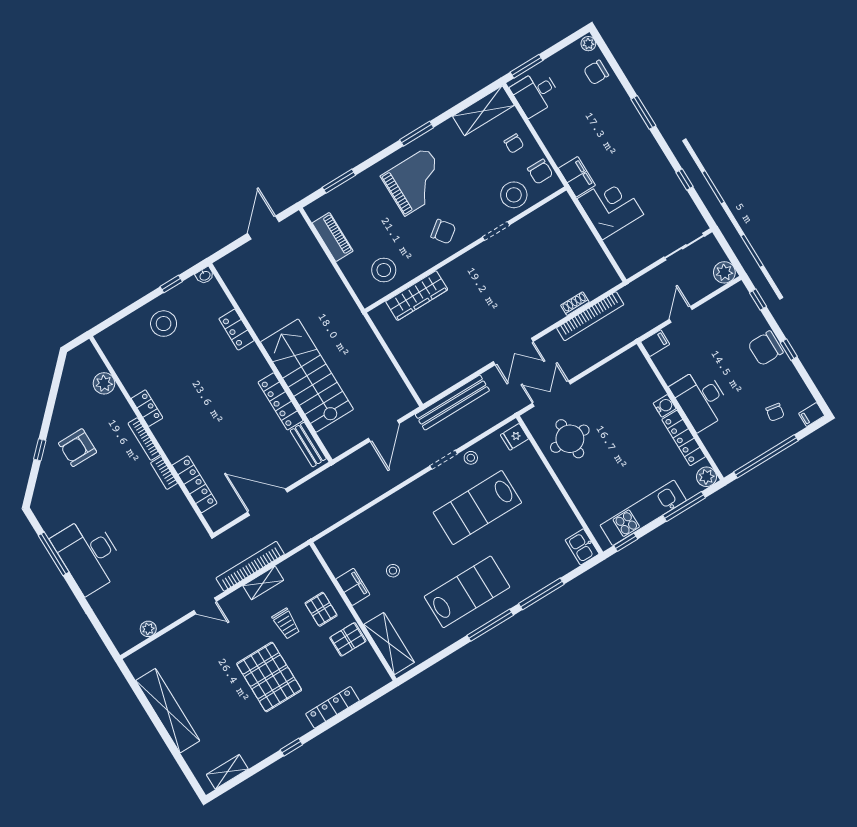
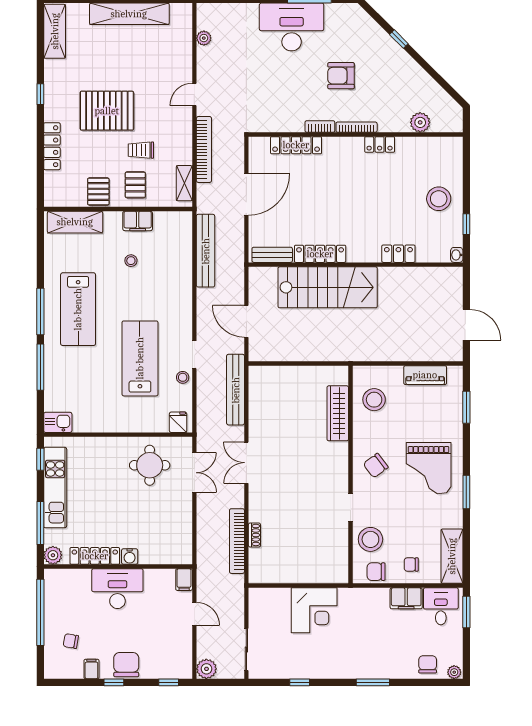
filing cabinet: (577, 177) -> (406, 598), moved
filing cabinet: (812, 415) -> (91, 669), moved
armchair: (78, 448) -> (341, 76), moved, turned -90
bench: (342, 508) -> (206, 251), added
shelving: (263, 583) -> (184, 183), moved
pallet: (321, 609) -> (135, 185), turned 90
shelving: (227, 772) -> (55, 31), width x1.50, depth x1.33

